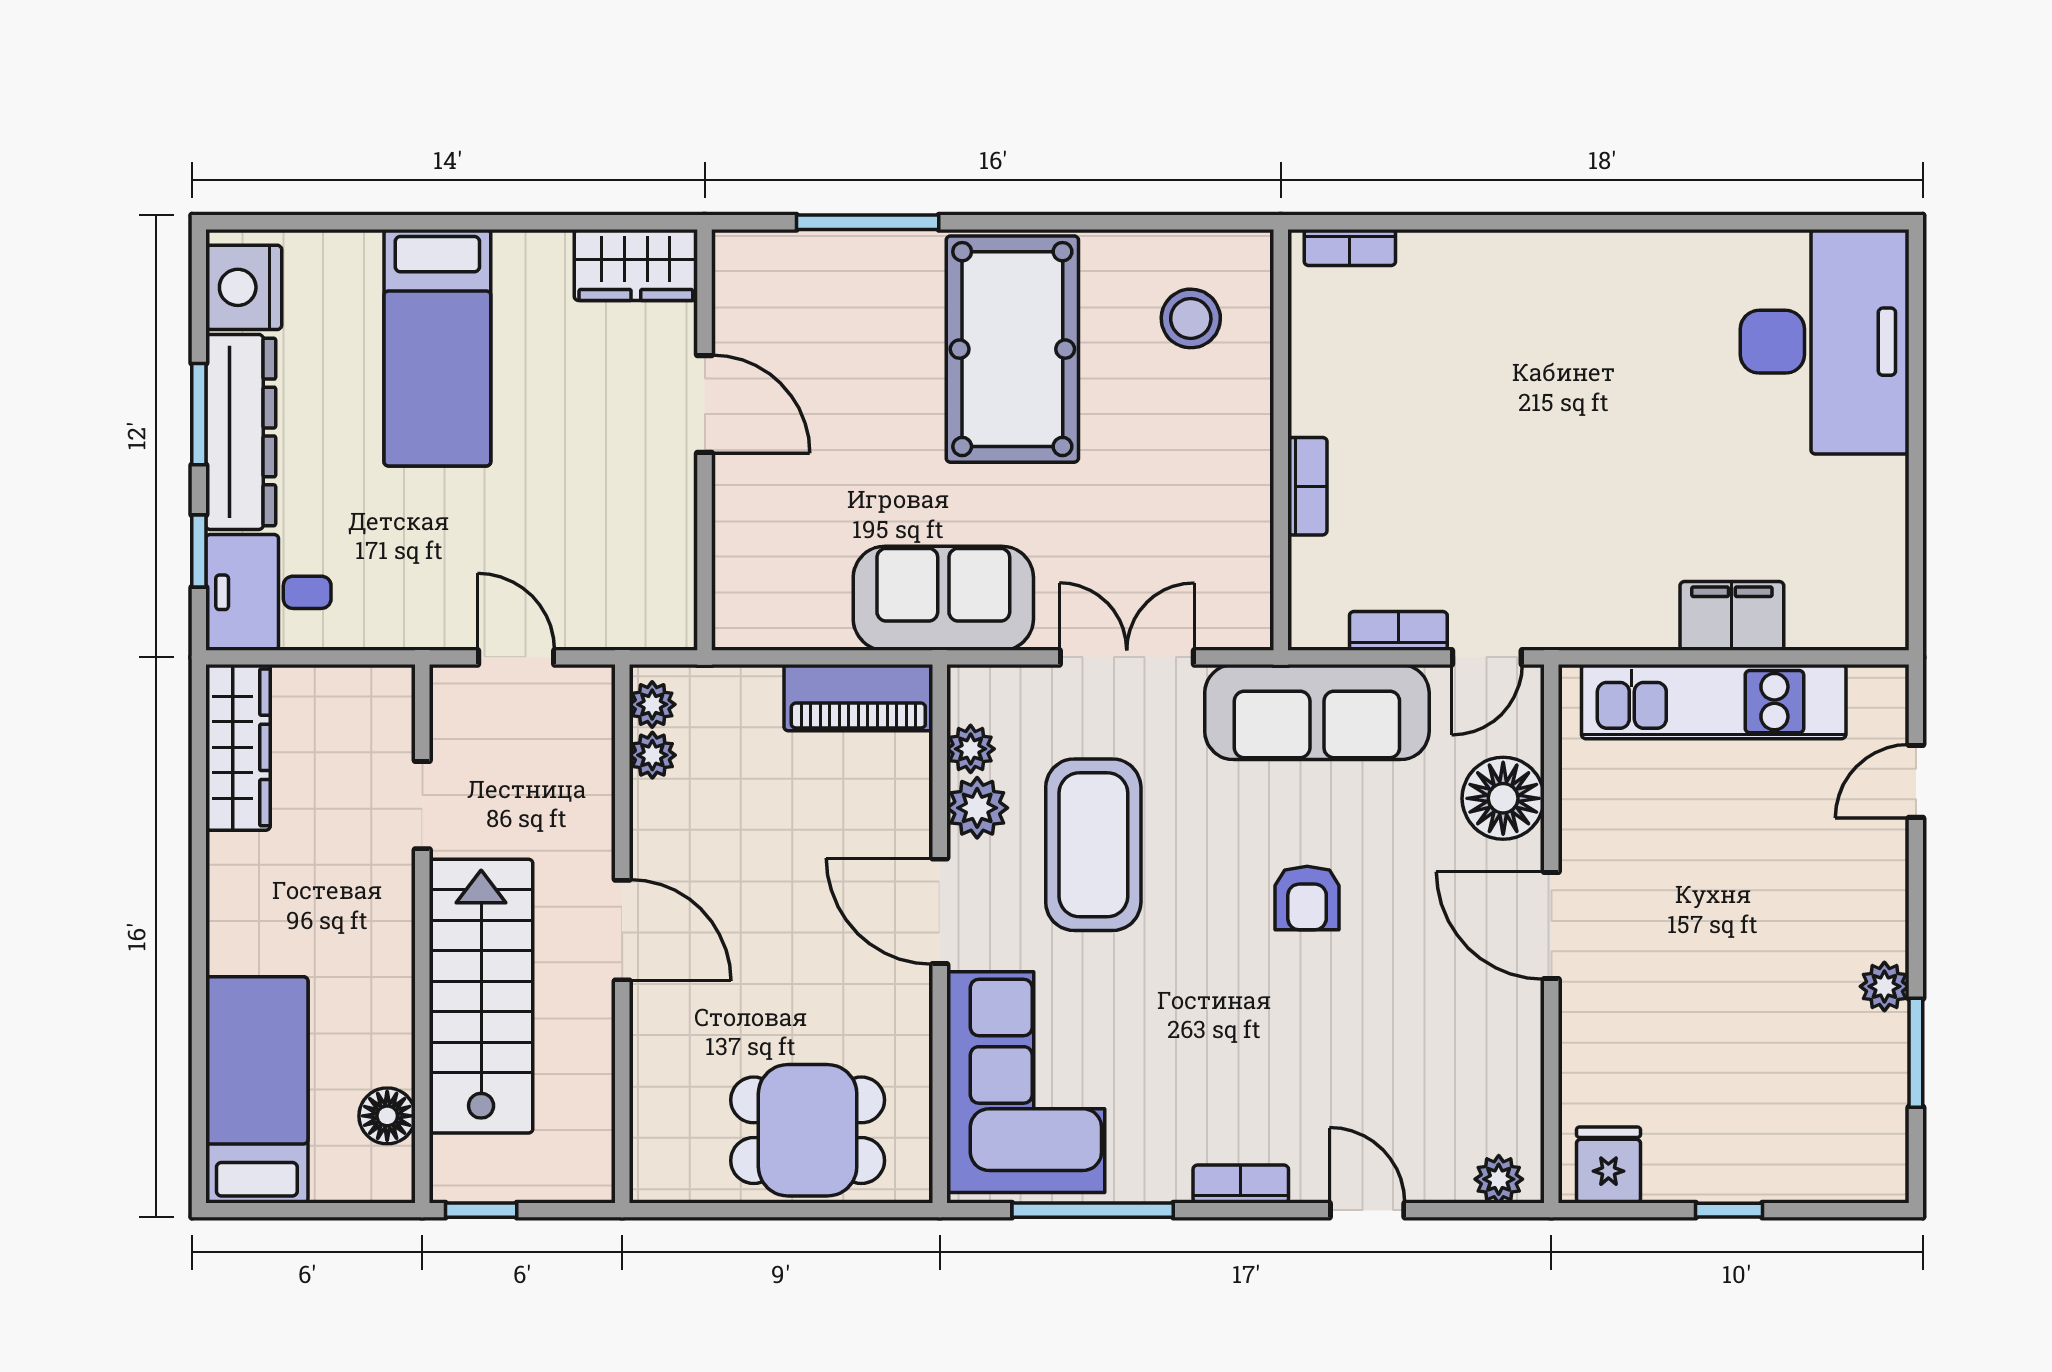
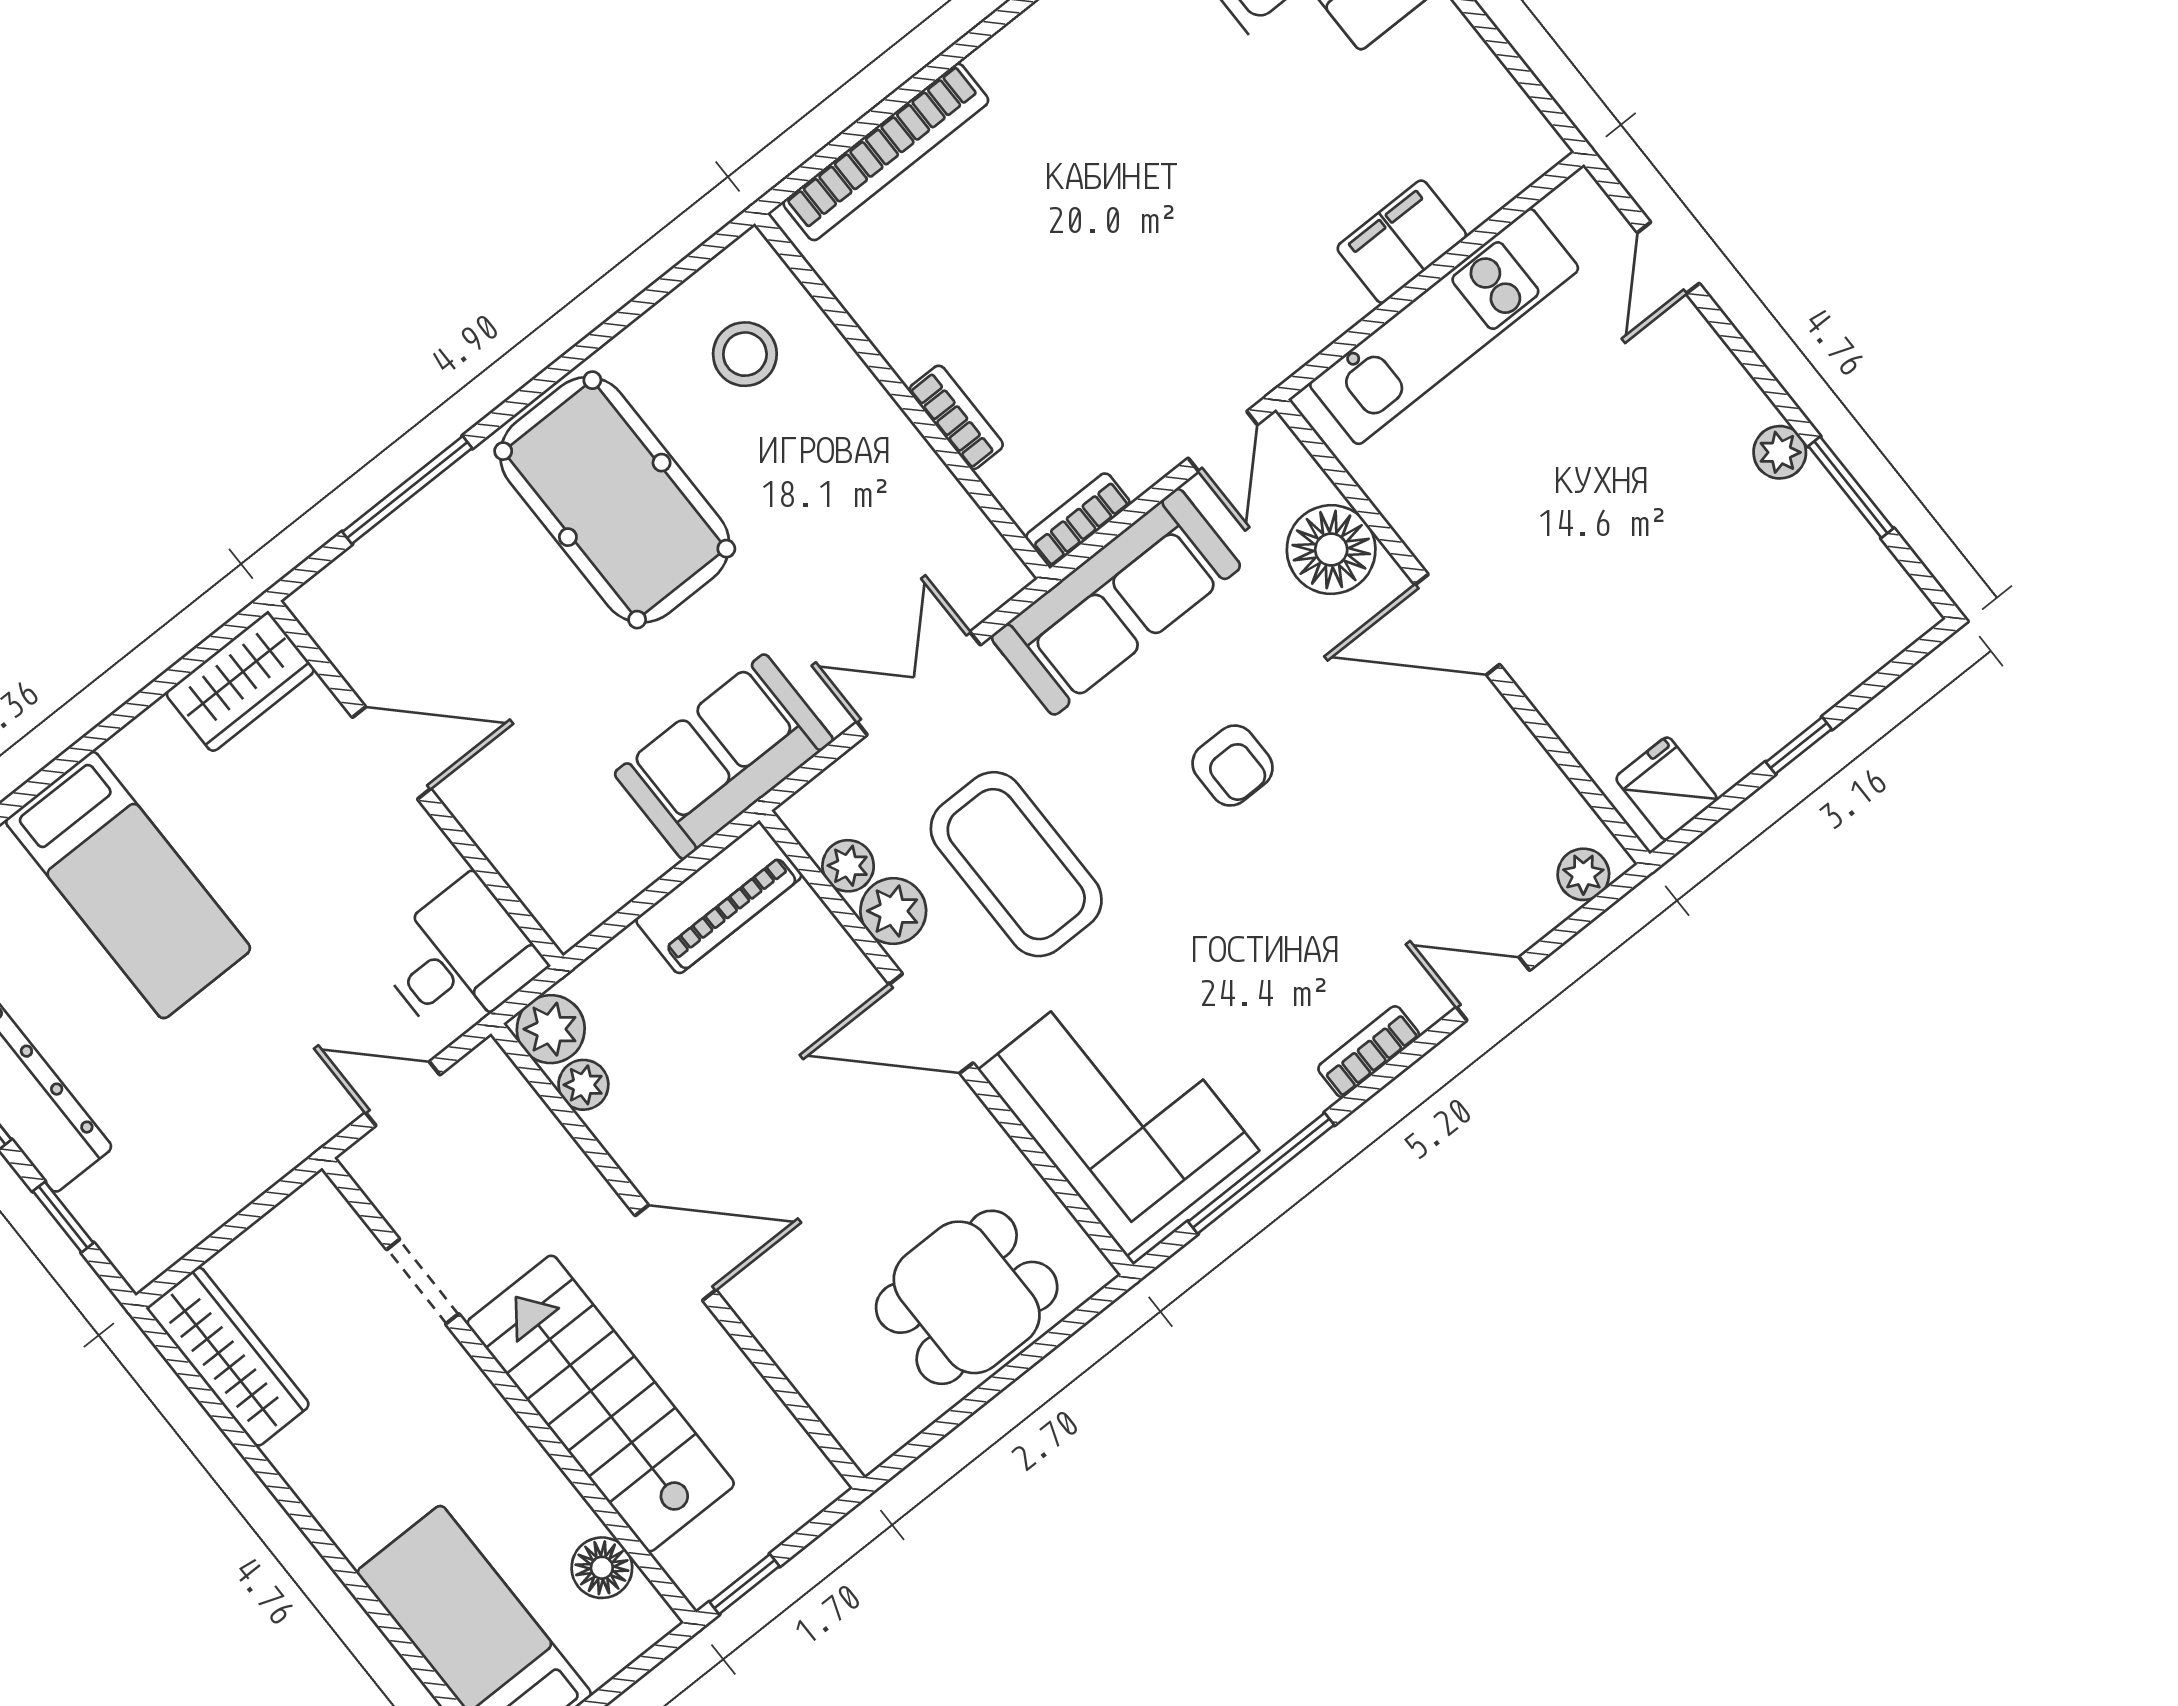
bookcase: (1350, 247) -> (886, 152), width x2.31, depth x1.31
desk: (268, 592) -> (459, 959), moved, turned 180
bookcase: (1398, 631) -> (1078, 520), moved
plant: (652, 704) -> (551, 1029), width x1.38, depth x1.38

